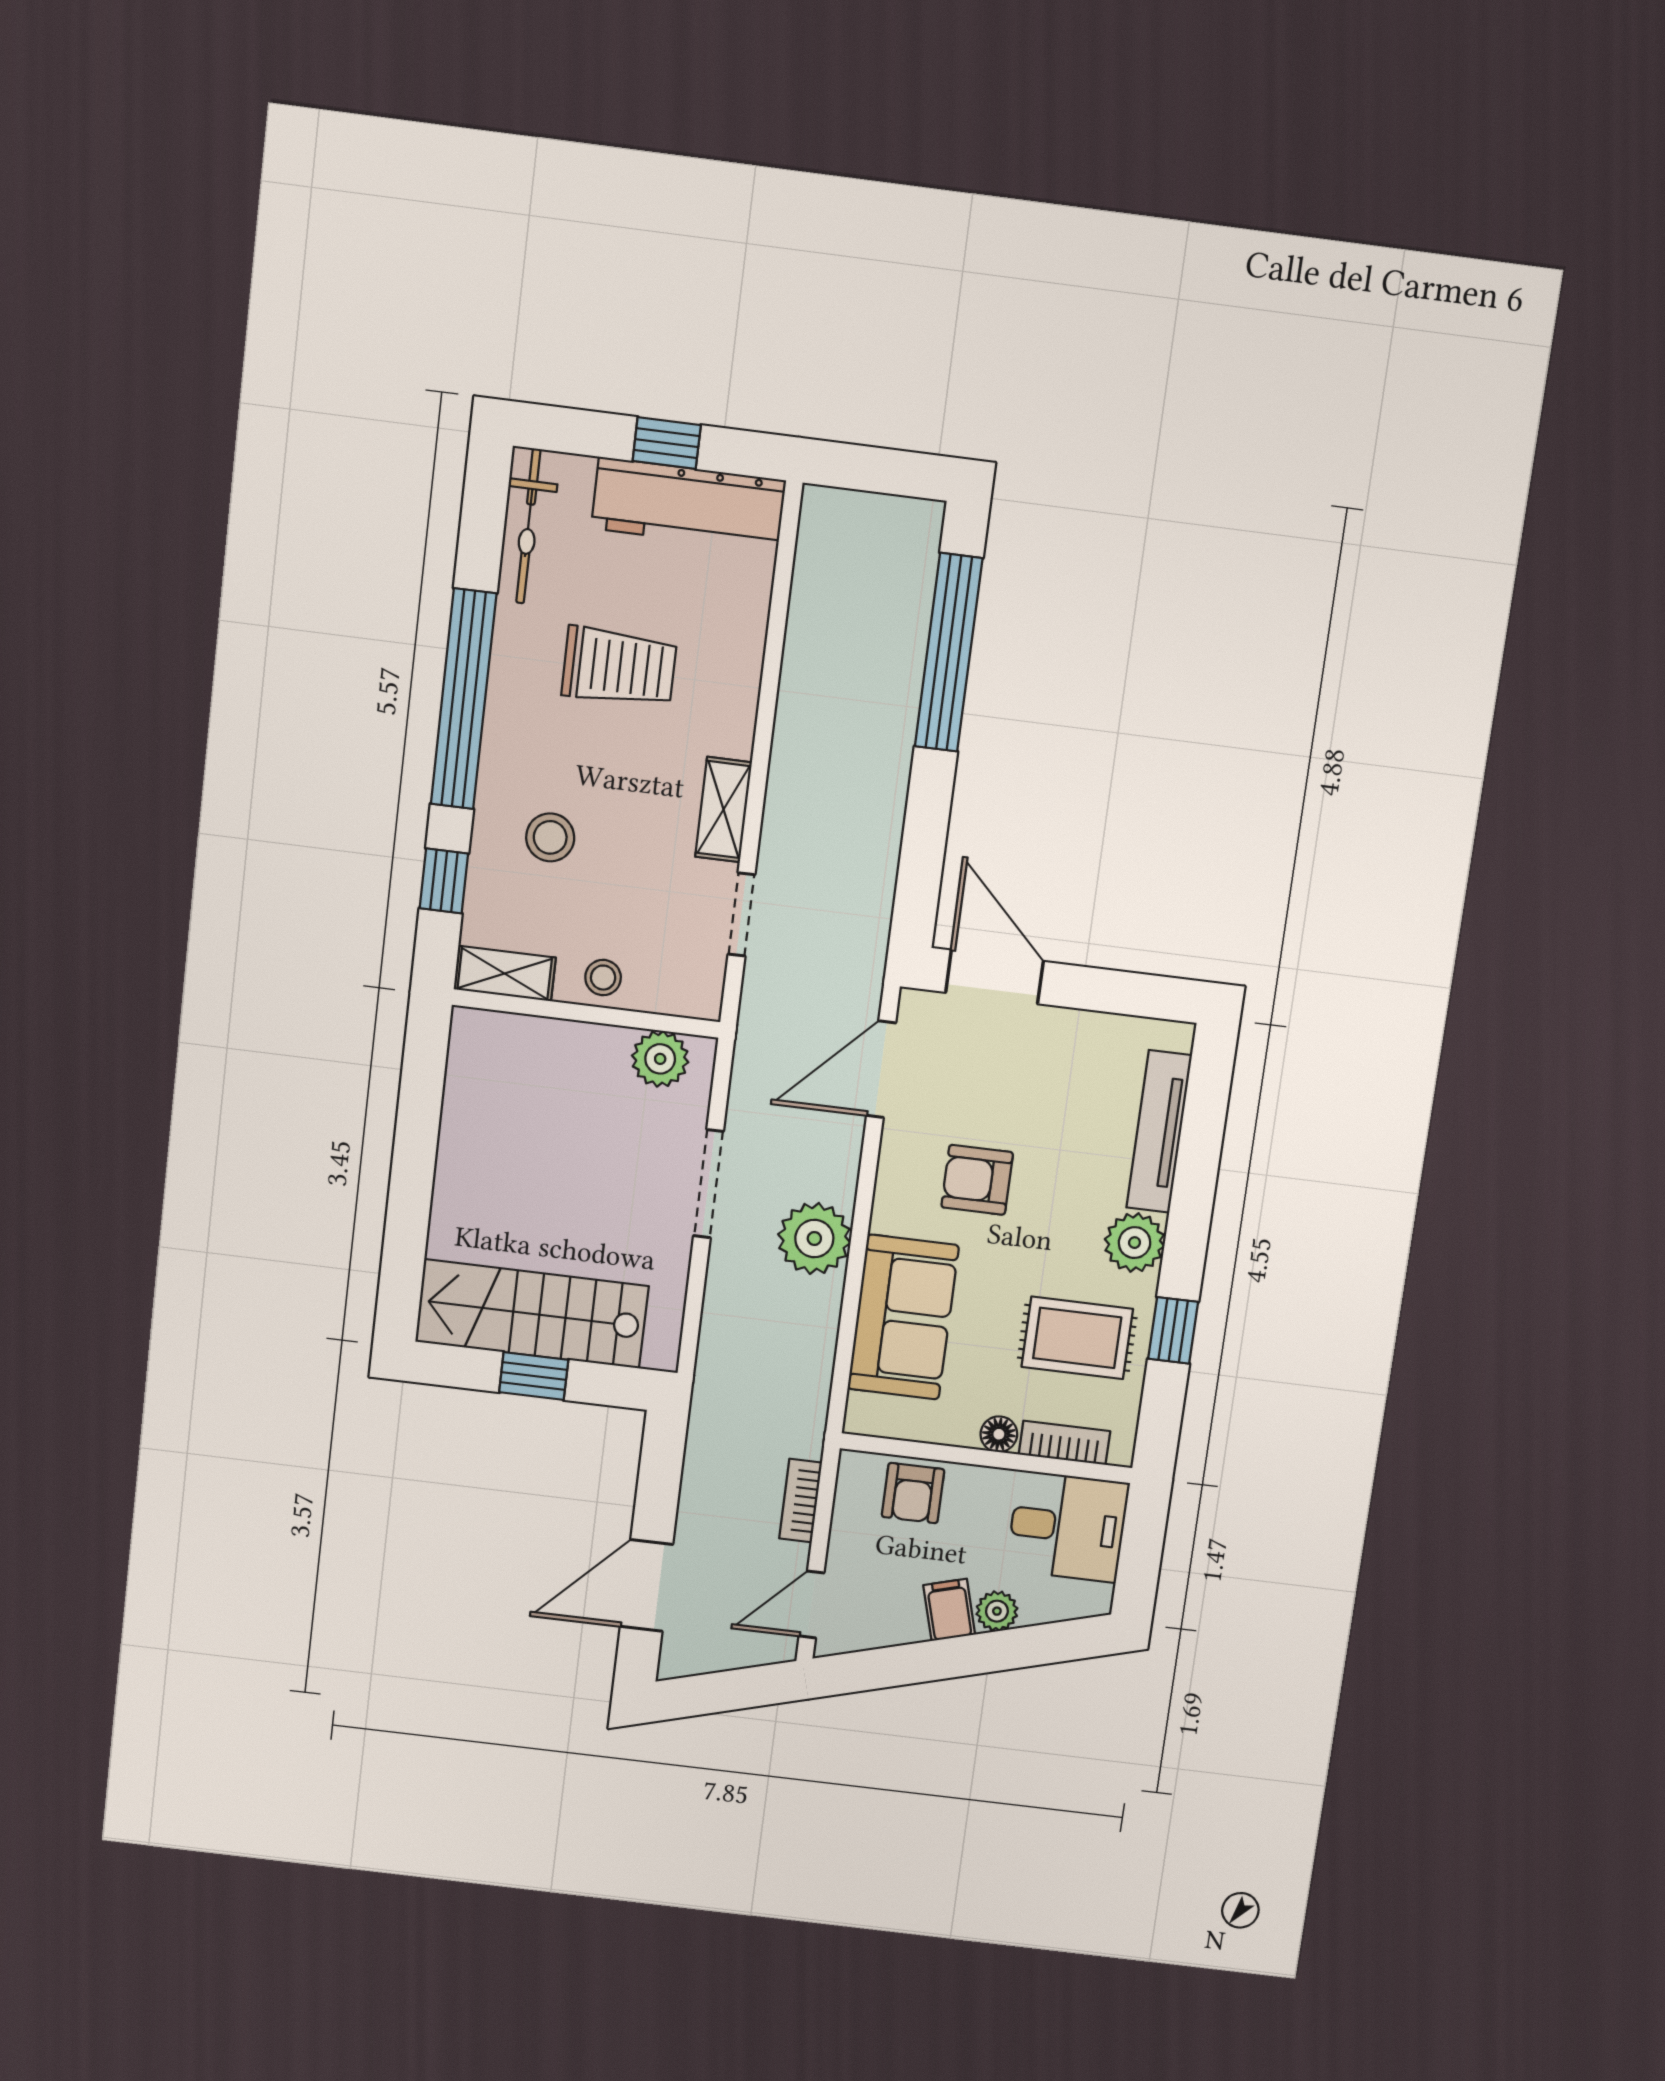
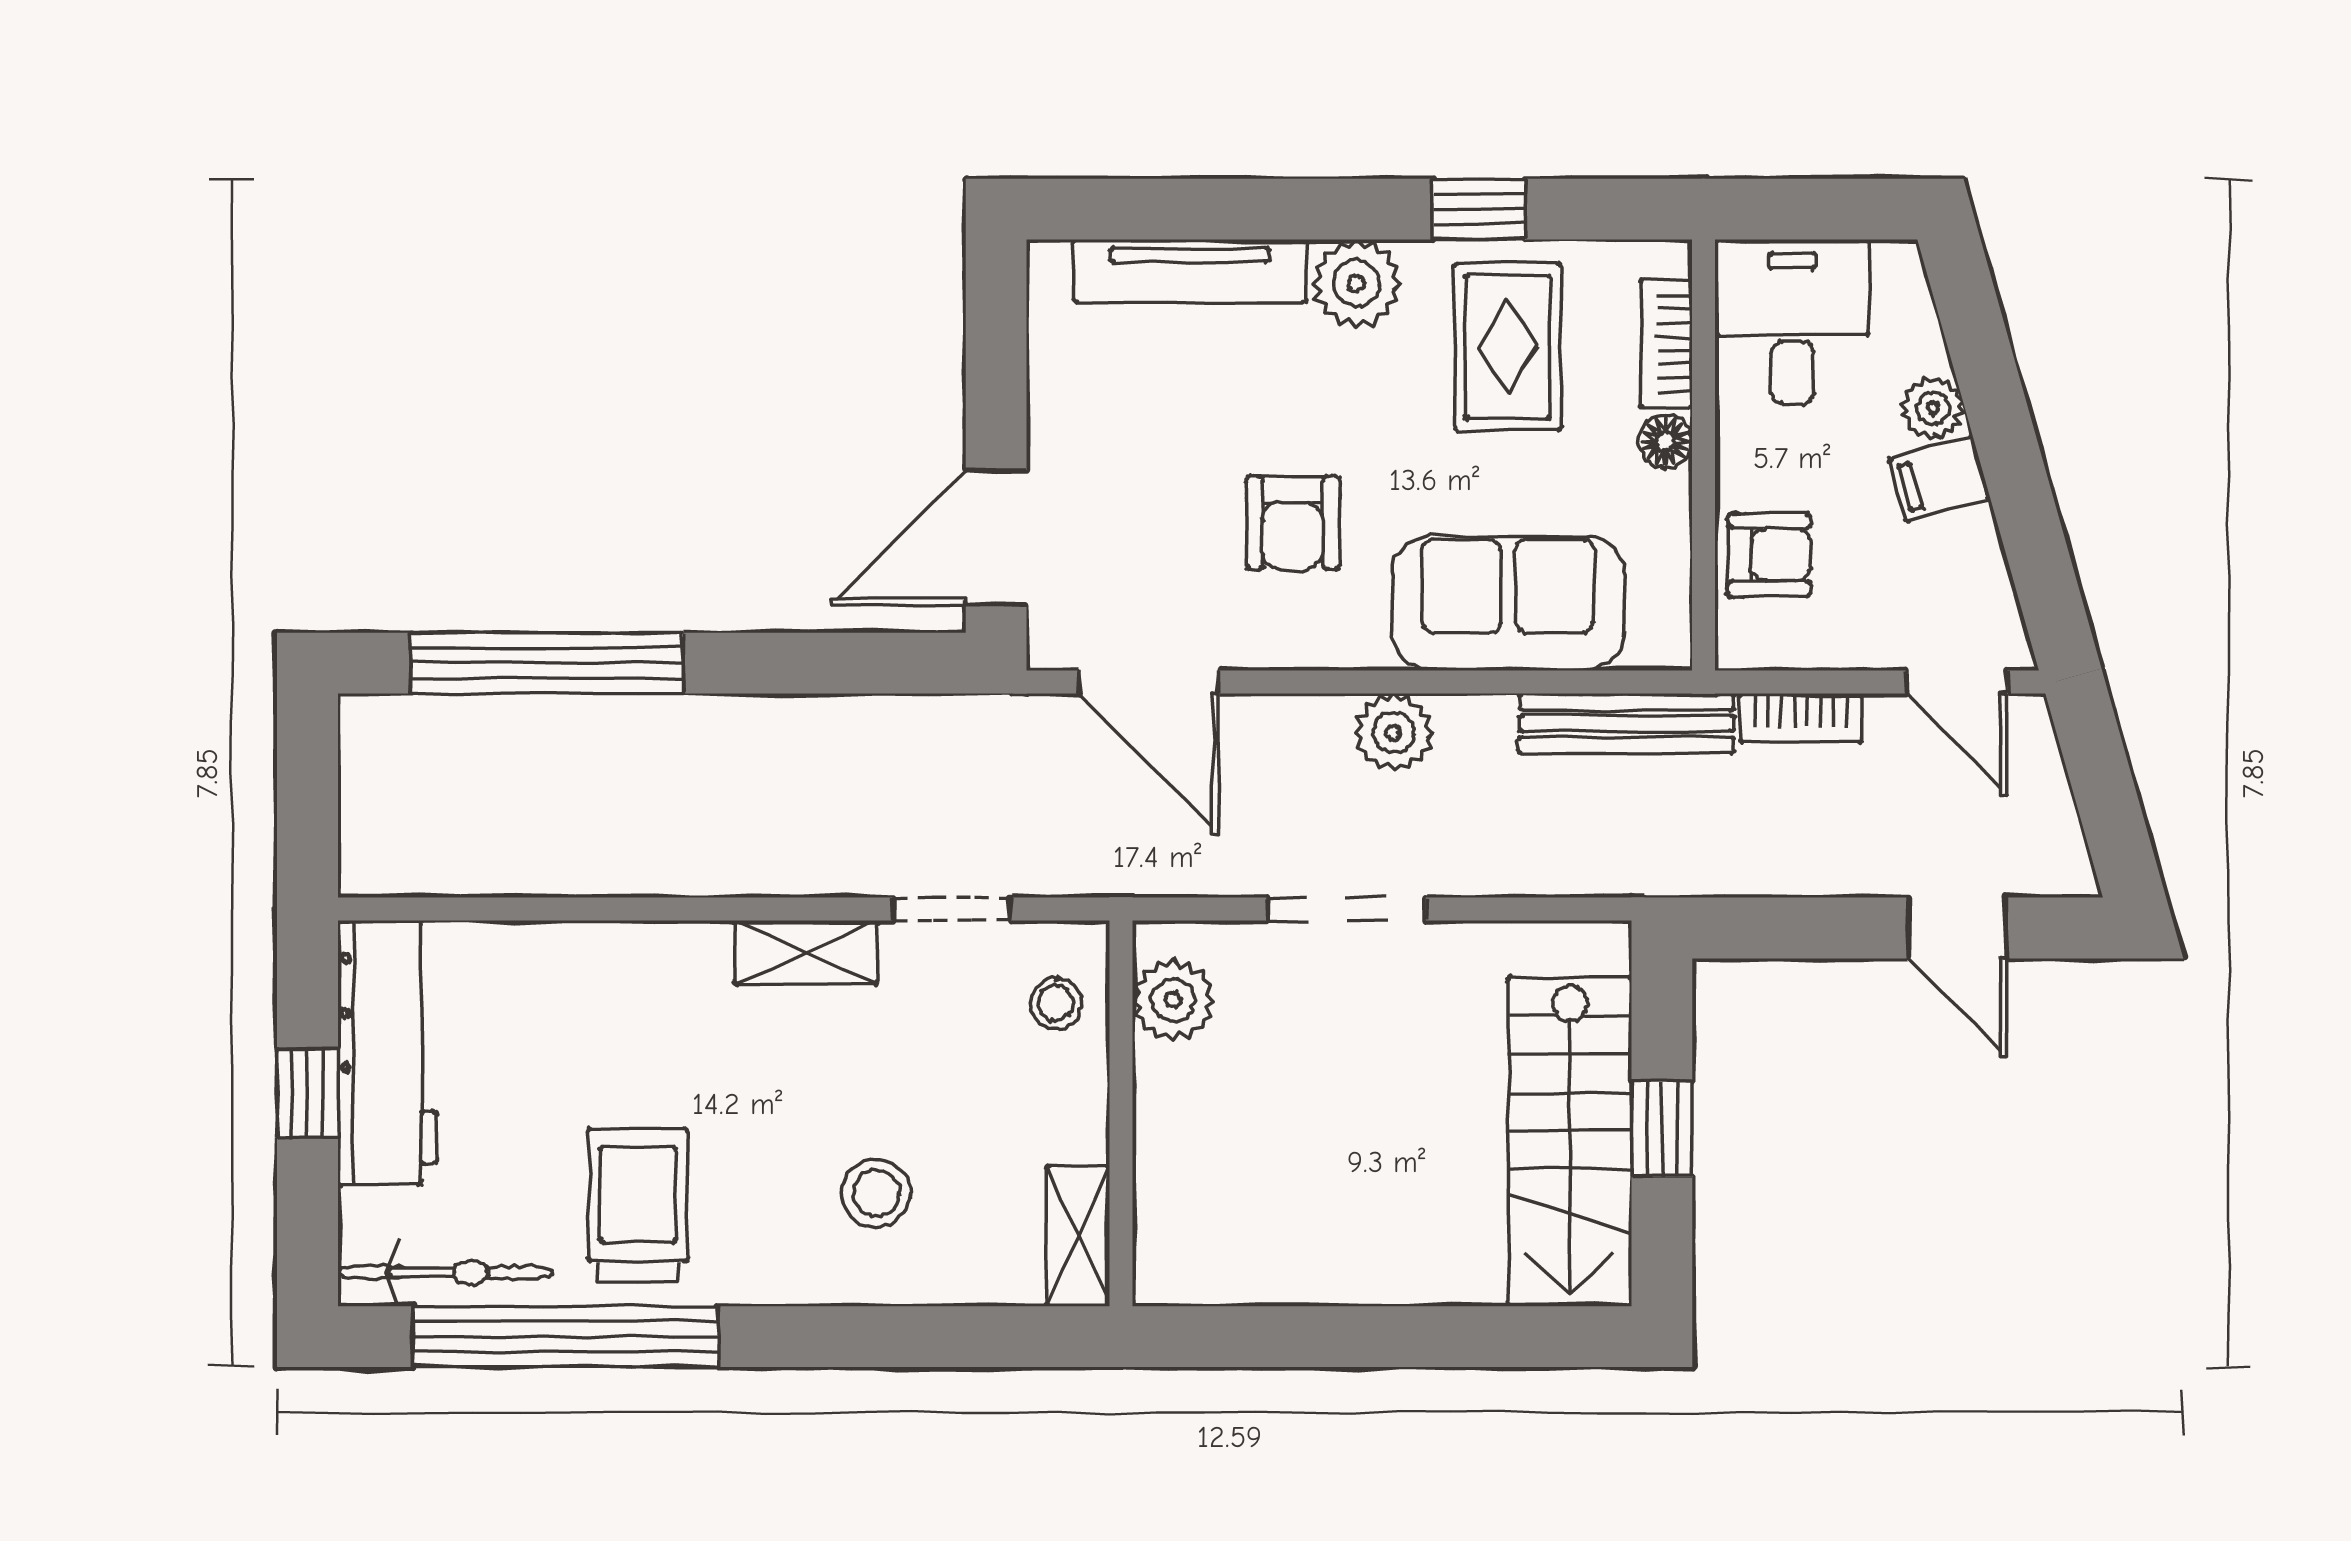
trolley: (619, 667) -> (638, 1206), moved
window: (463, 699) -> (565, 1337), moved
window: (444, 881) -> (956, 1337), removed
stool: (603, 978) -> (1056, 1003), moved
plant: (814, 1239) -> (1394, 732), width x0.73, depth x0.73
bench: (812, 1386) -> (1627, 723), added
door: (647, 1586) -> (1957, 928), width x0.73

